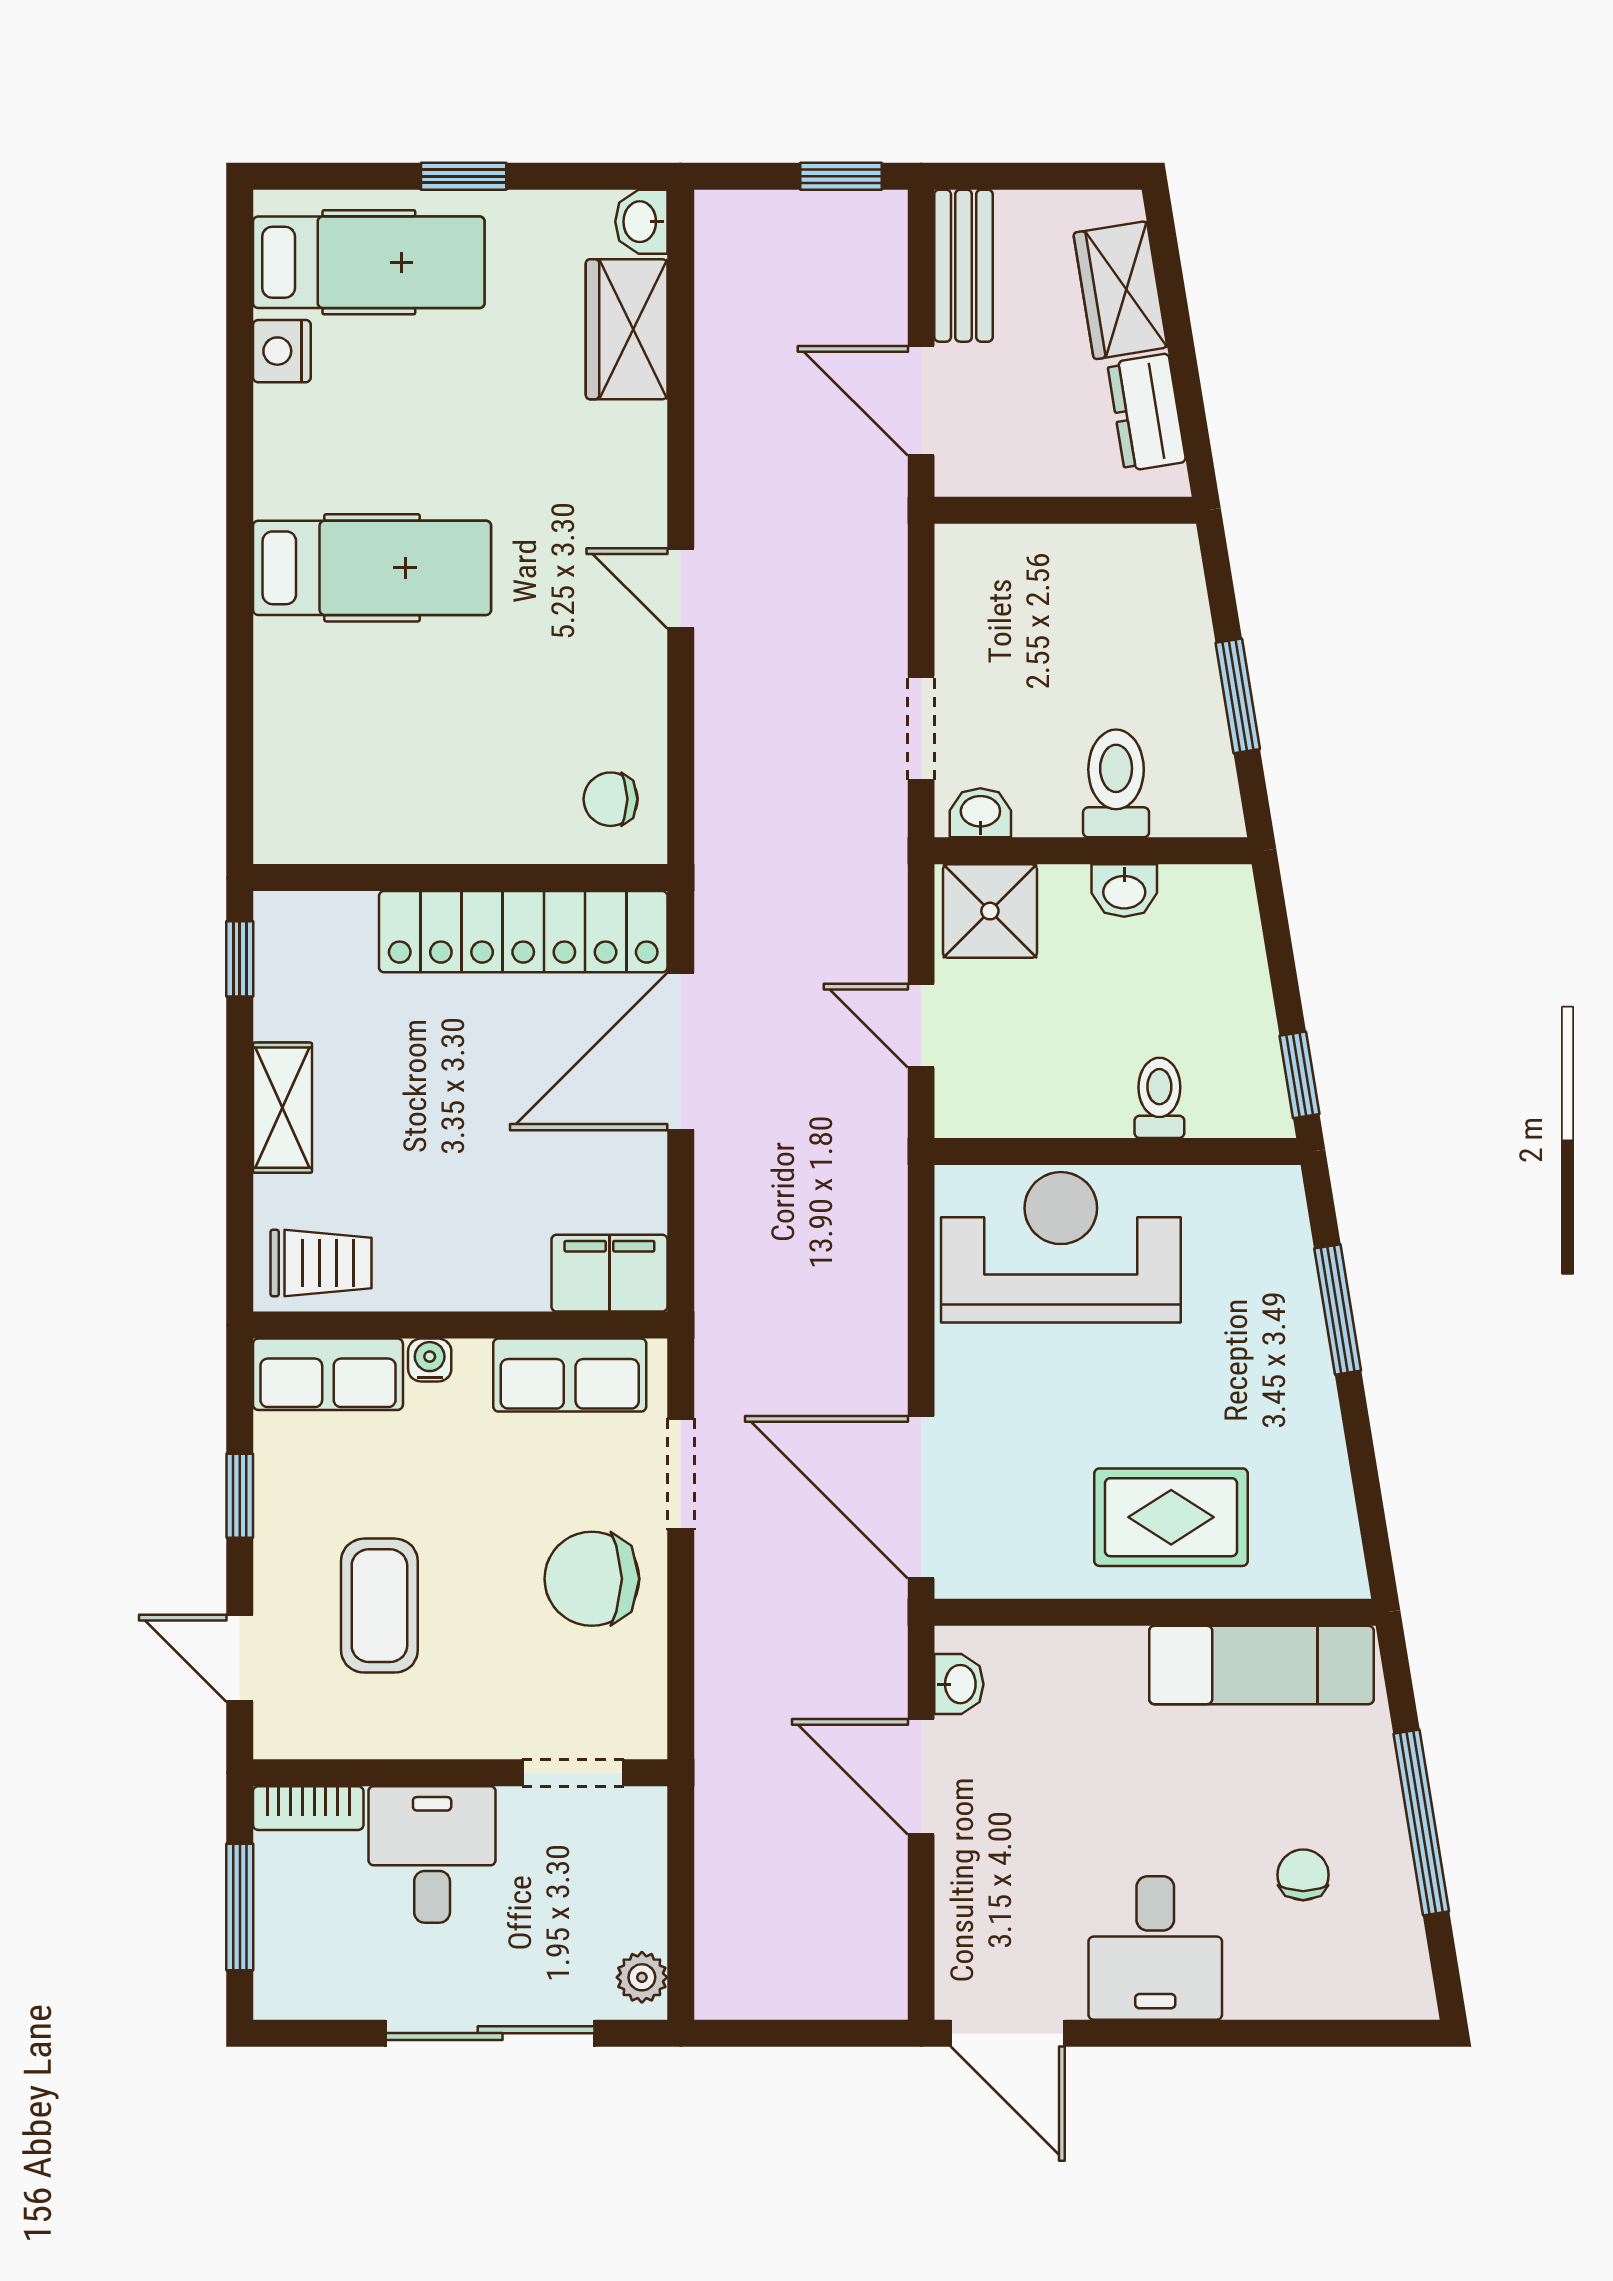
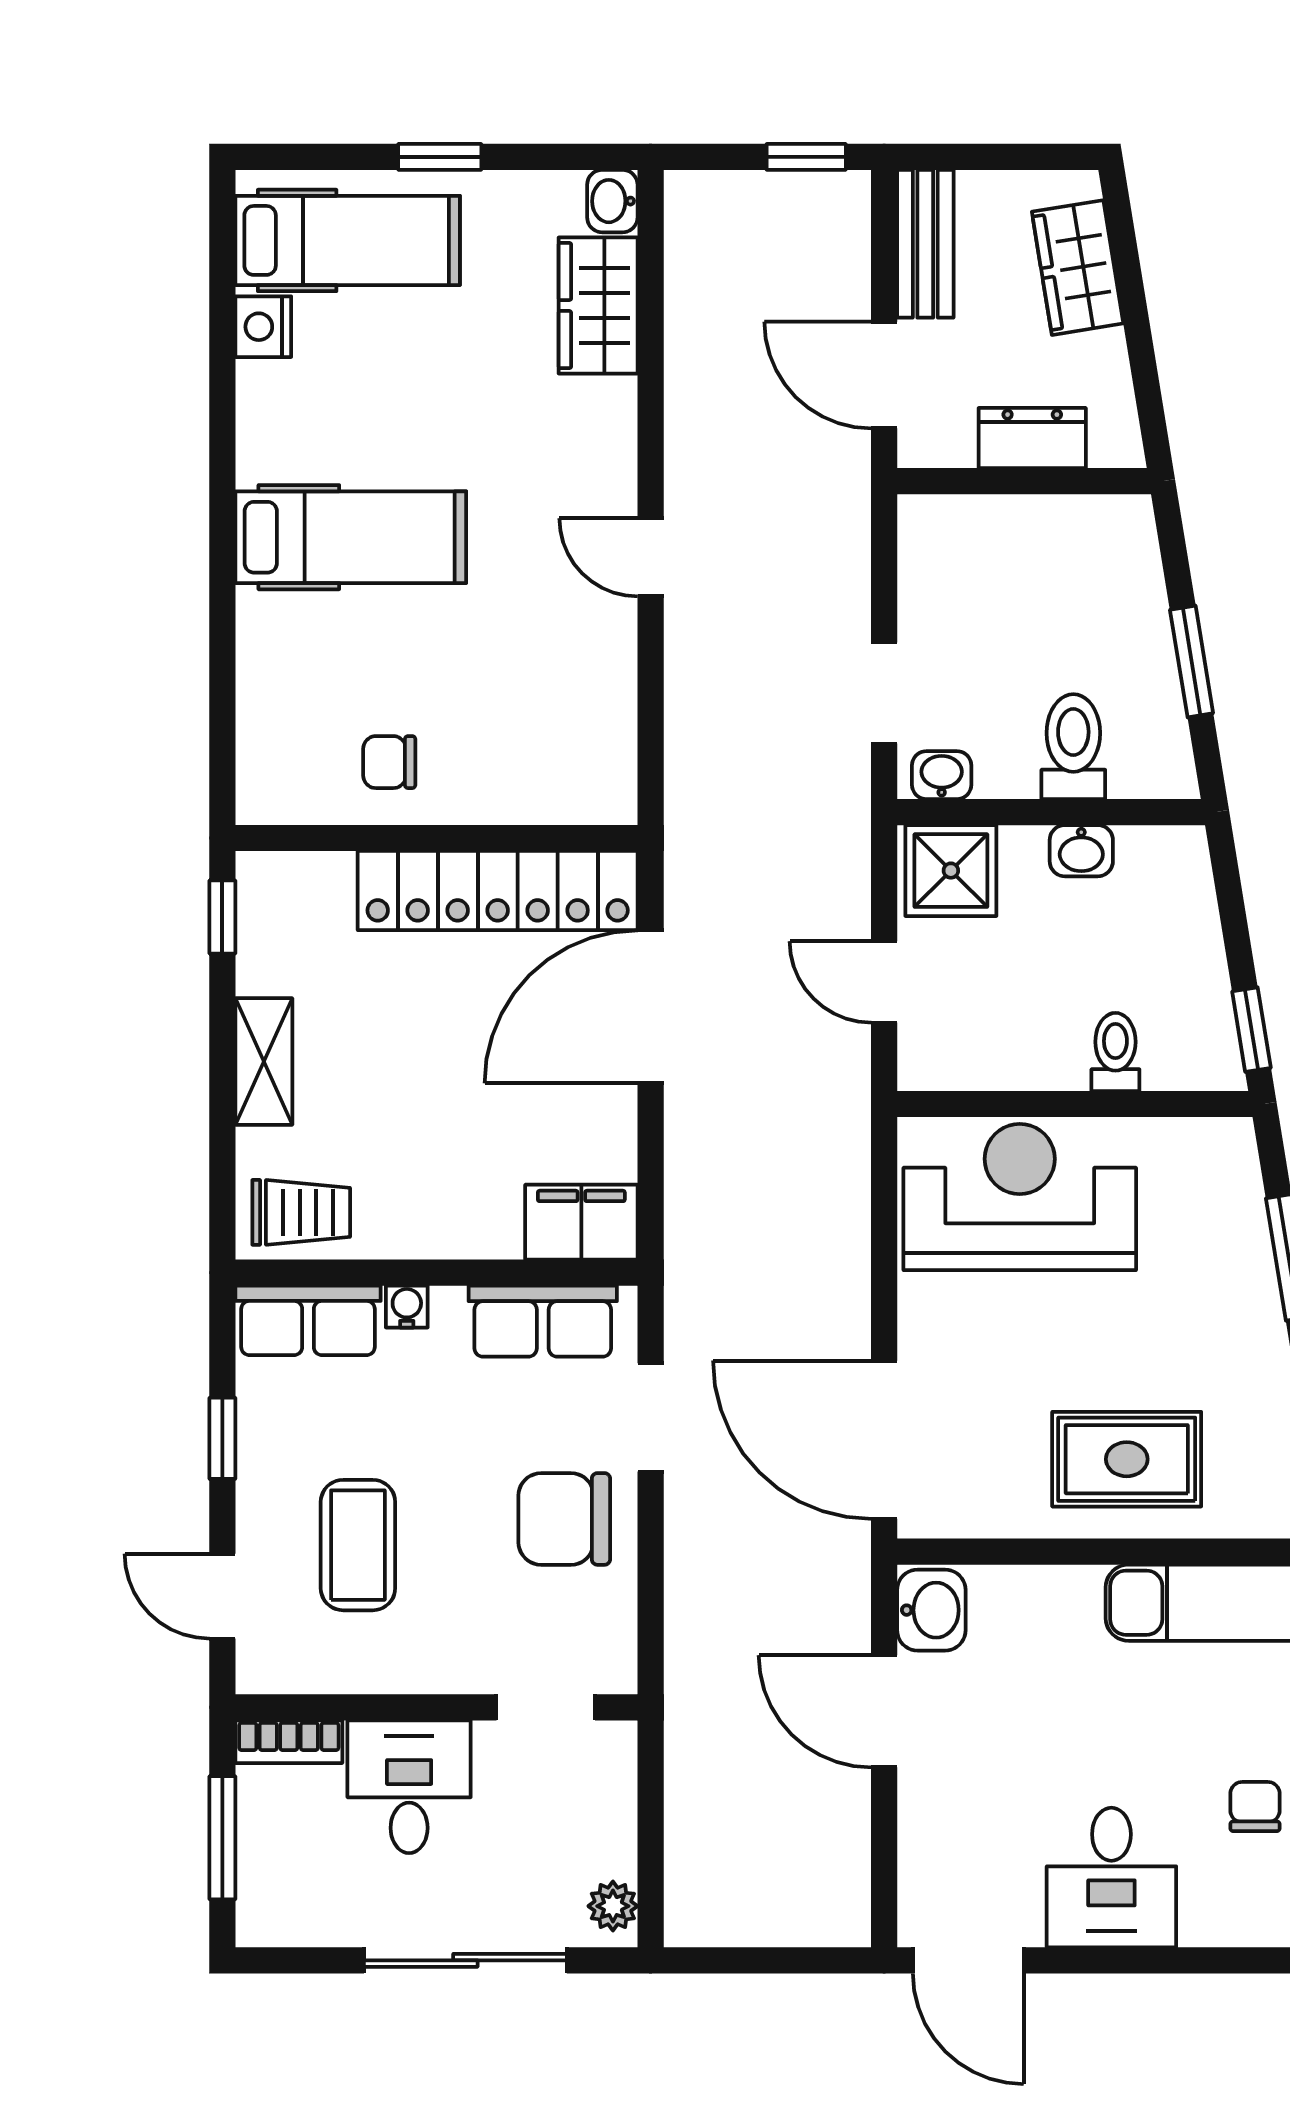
dresser: (1147, 412) -> (1032, 438), moved, turned 99
chair: (611, 799) -> (389, 762), moved
washbasin: (959, 1684) -> (931, 1610), width x1.38, depth x1.45

